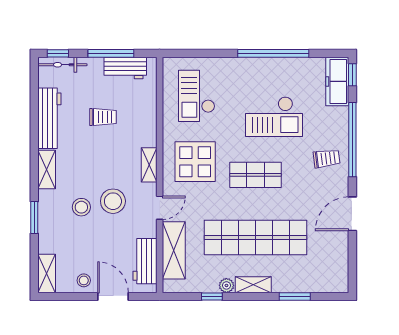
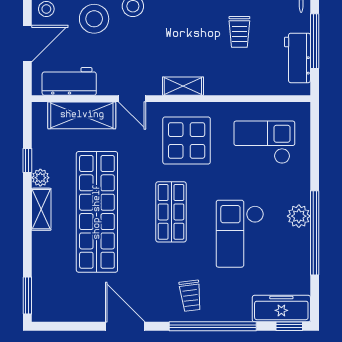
plant: (259, 67) -> (299, 216), added
stool: (113, 201) -> (94, 19), moved
window: (295, 296) -> (27, 296), moved

